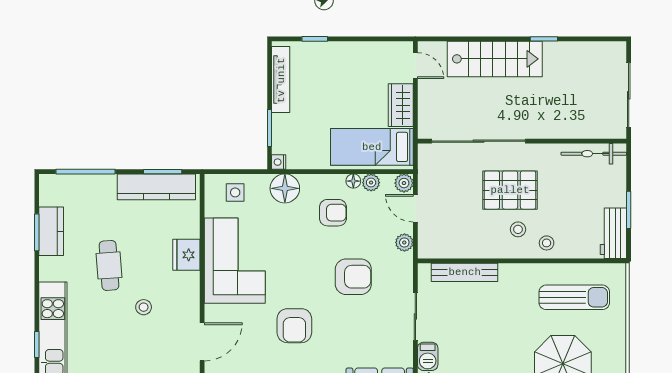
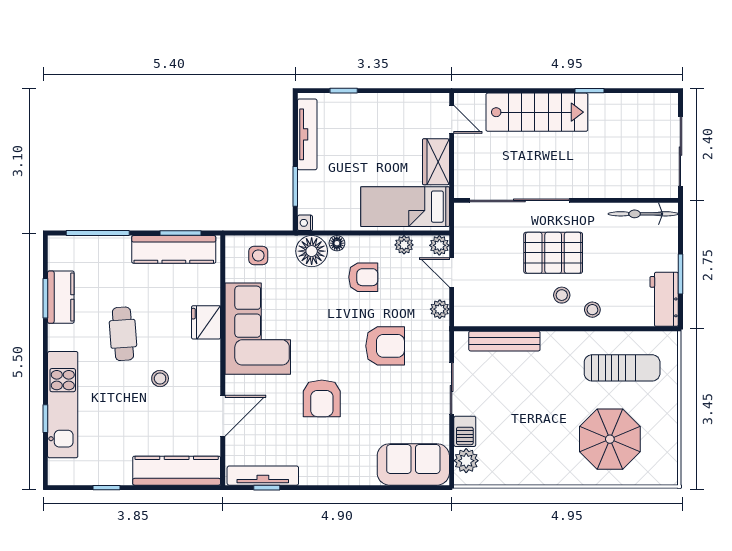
floor lamp: (353, 181) -> (337, 243), moved

